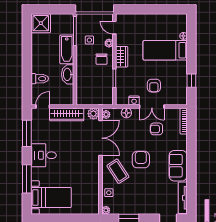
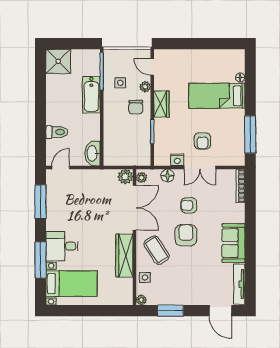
washbasin: (68, 74) -> (92, 153), moved
window: (191, 81) -> (250, 134), width x2.17
wardrobe: (67, 114) -> (124, 256), moved, turned 90
armchair: (156, 129) -> (189, 205), moved
desk: (44, 155) -> (62, 246), moved

